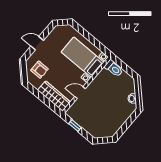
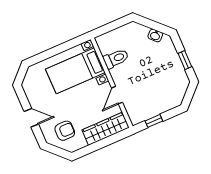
door: (37, 43) -> (31, 118), swing flipped
toilet: (114, 68) -> (116, 59), moved
window: (125, 126) -> (185, 60), added

